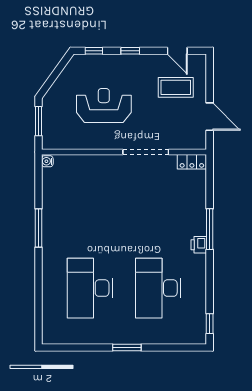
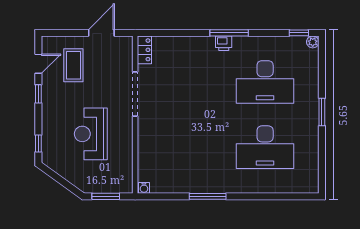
window: (130, 51) -> (38, 94), moved
window: (210, 229) -> (229, 33), moved
plant: (200, 338) -> (313, 42), added

